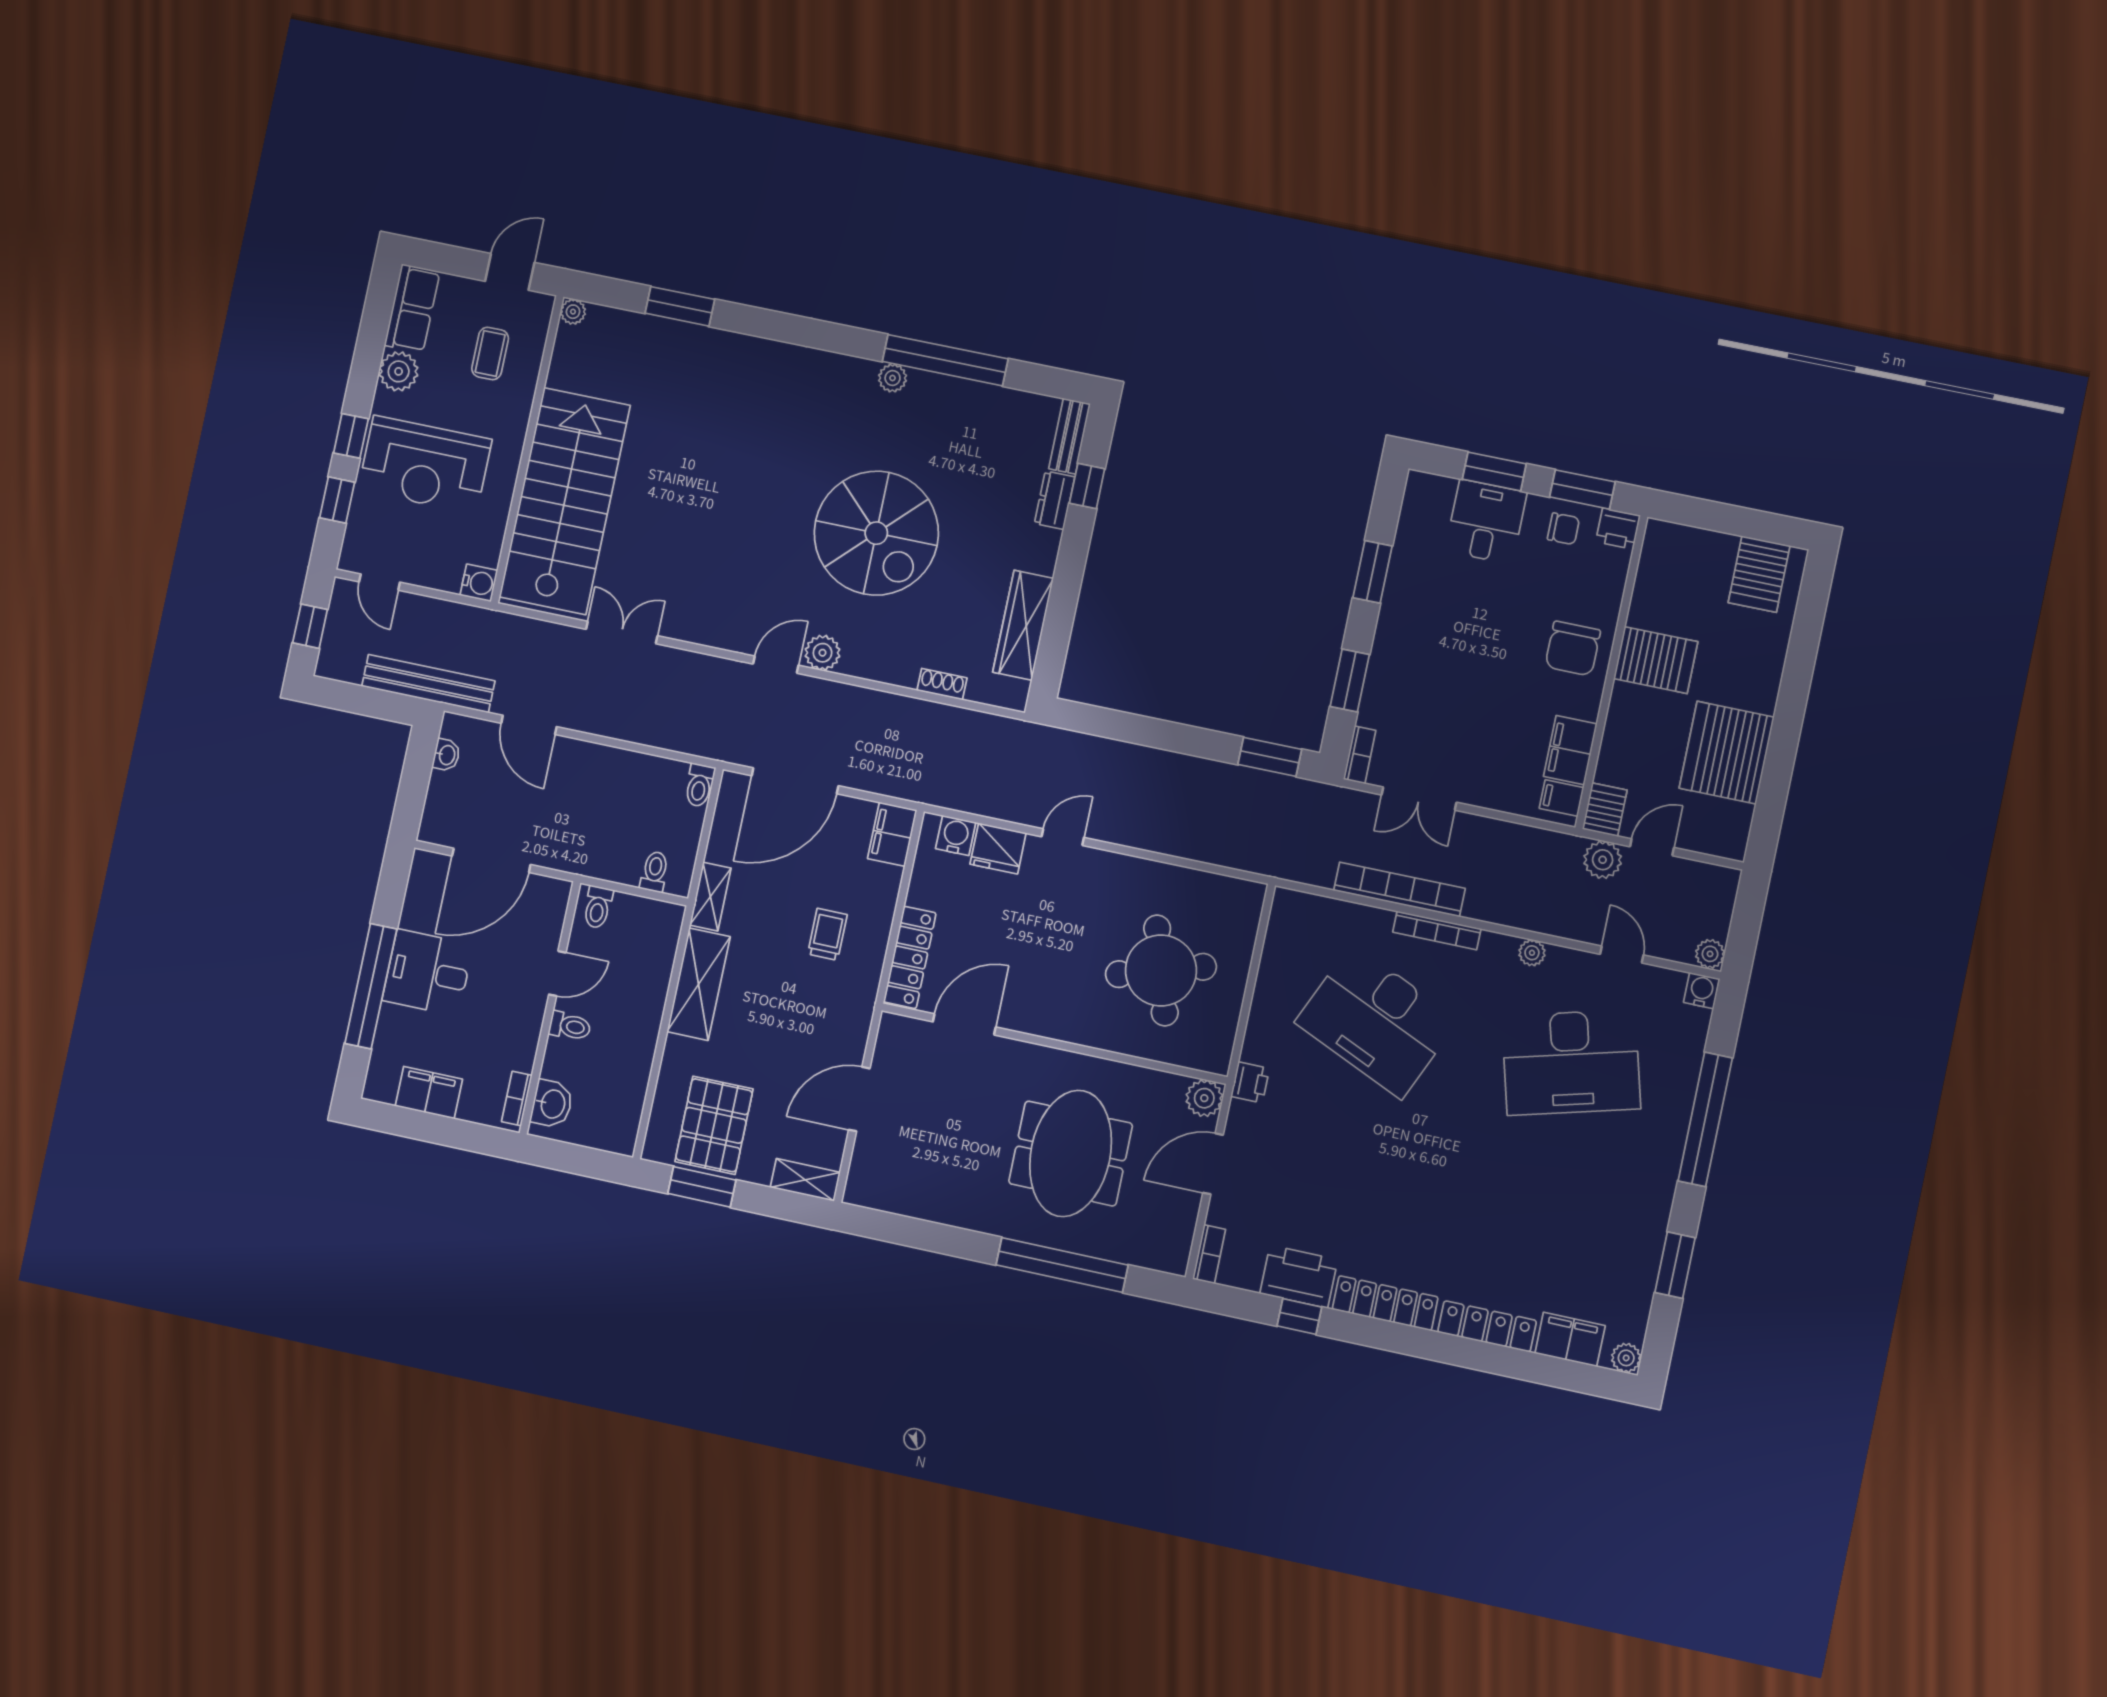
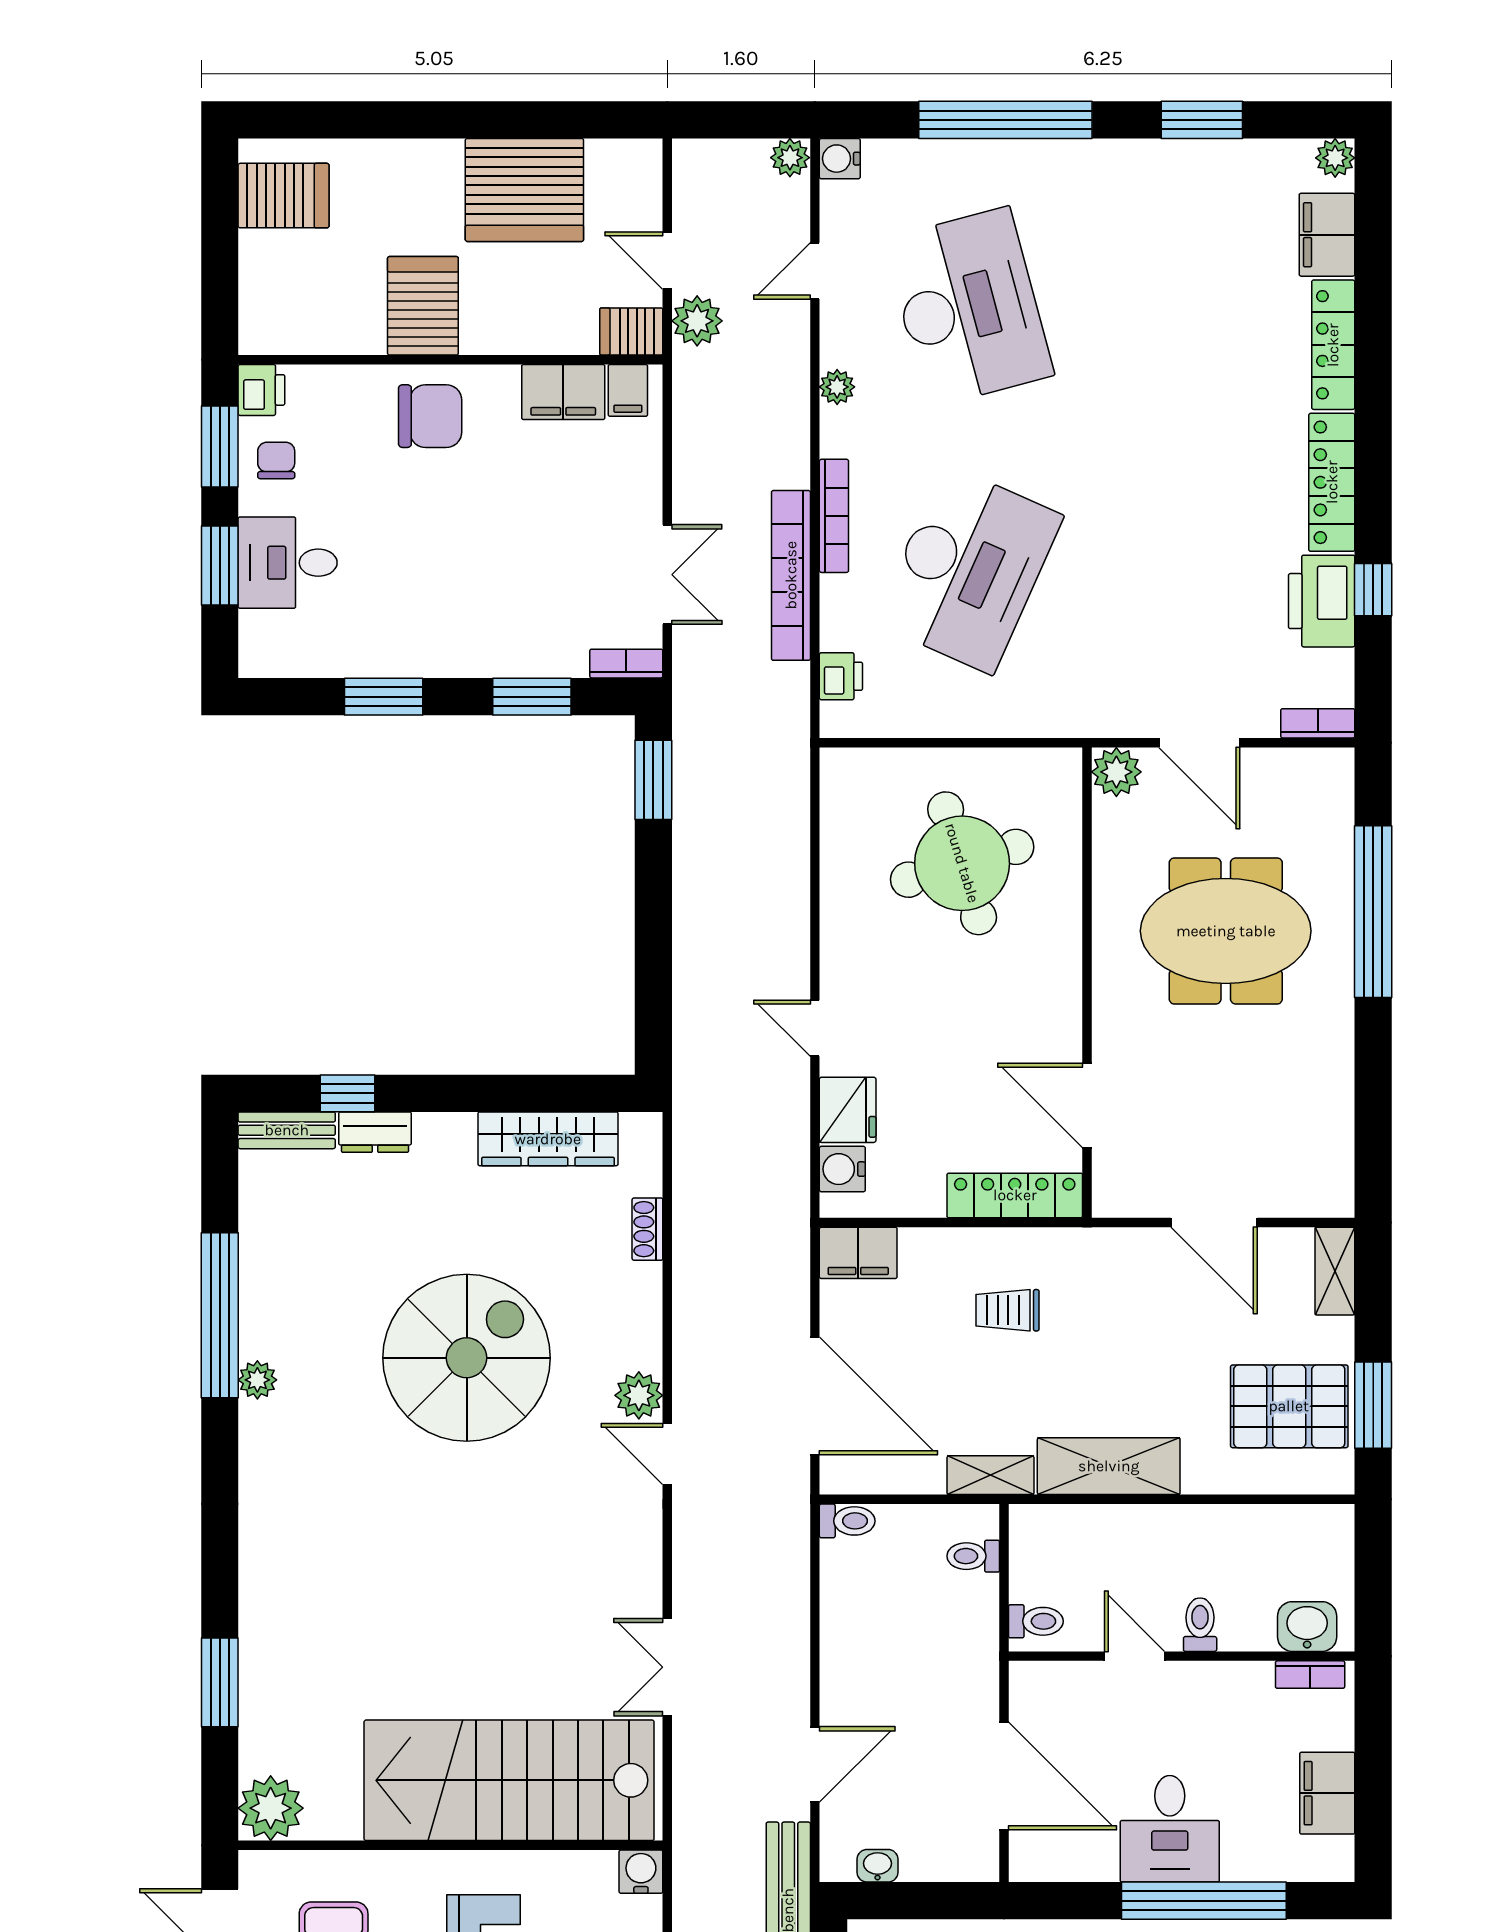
plant: (573, 312) -> (271, 1808), width x1.88, depth x1.88
printer: (1250, 1082) -> (841, 676), moved, turned 90

